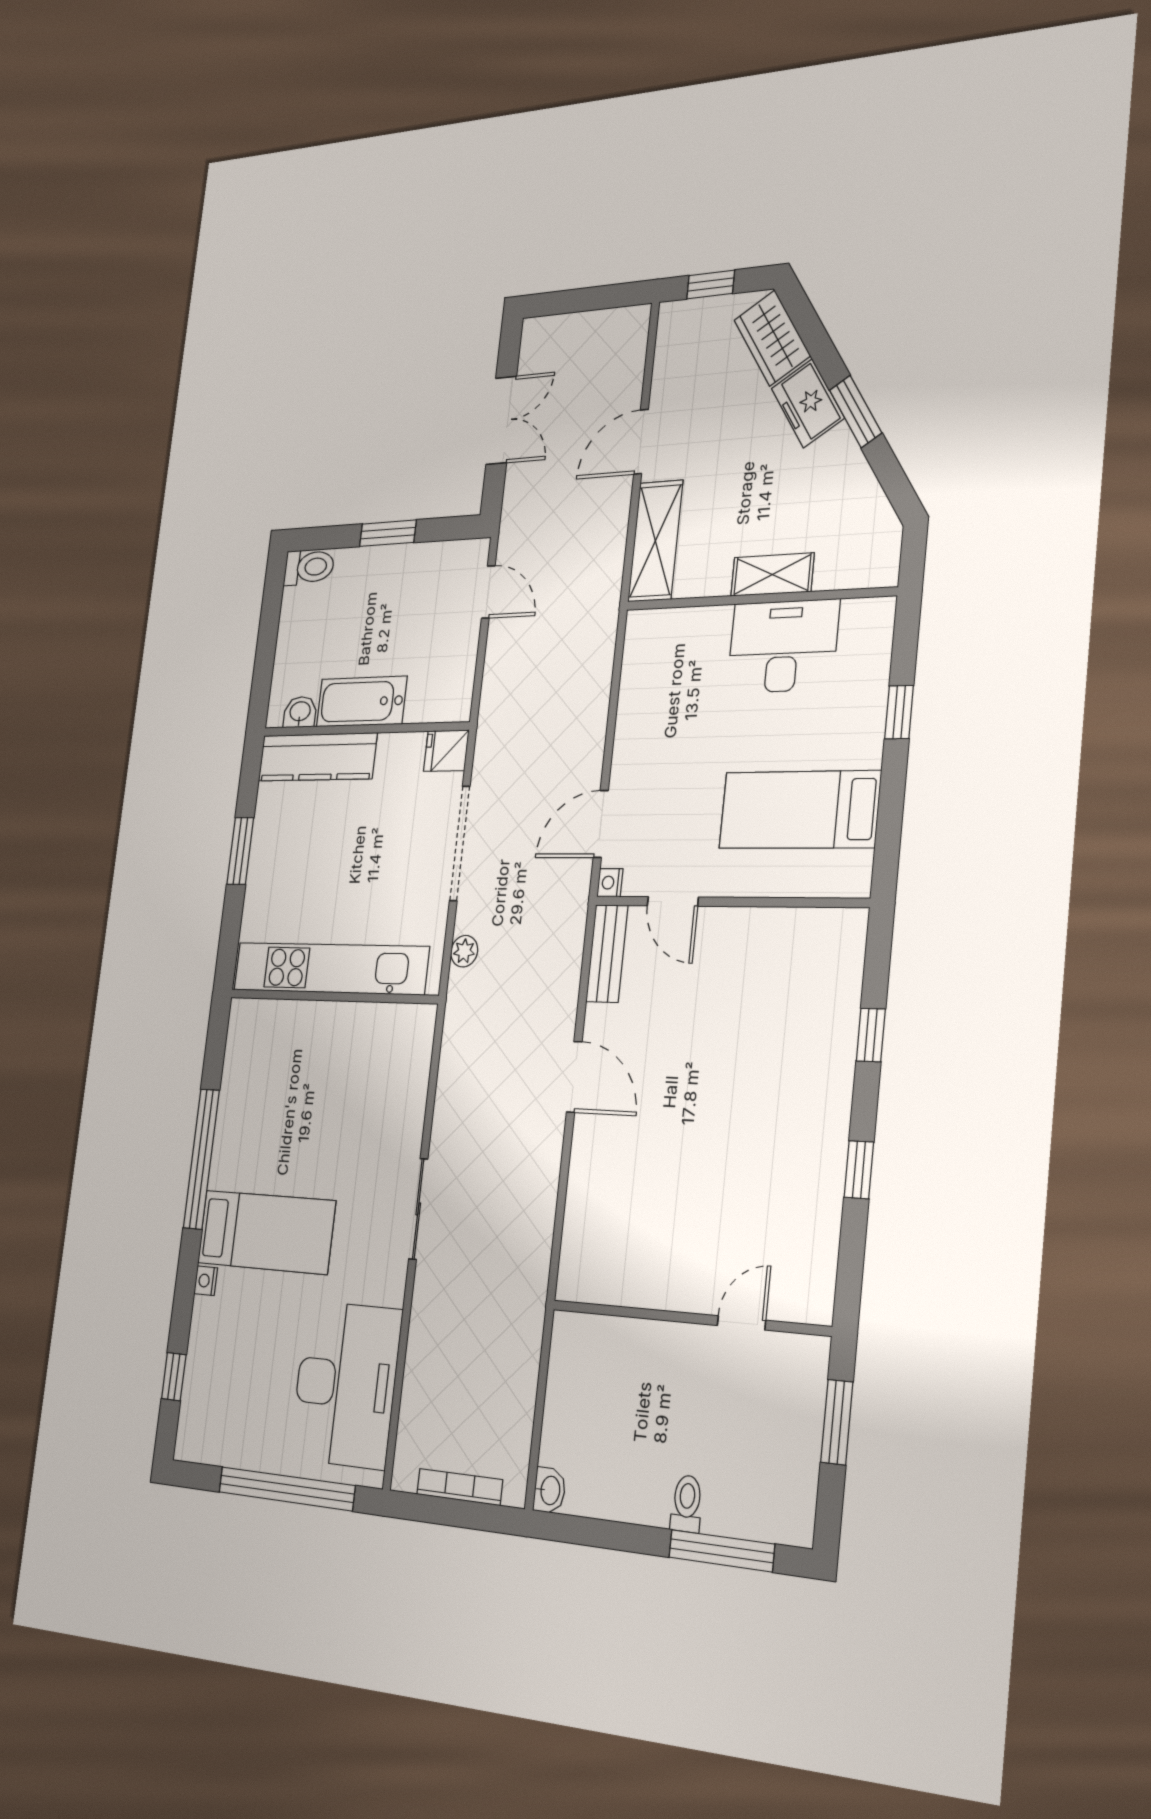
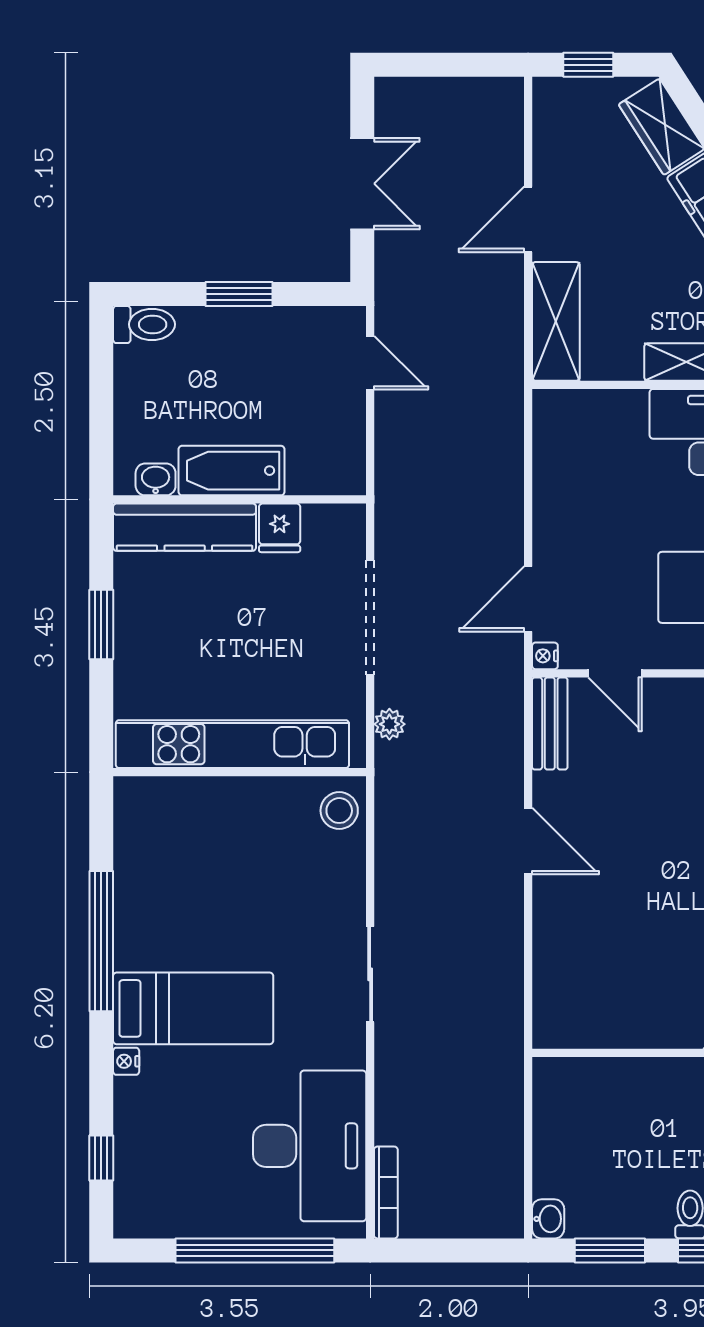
fridge: (446, 751) -> (280, 528), moved, turned -90
stool: (411, 1038) -> (339, 811), added
bookcase: (459, 1487) -> (386, 1192), moved, turned 90
window: (604, 1534) -> (610, 1250), added

